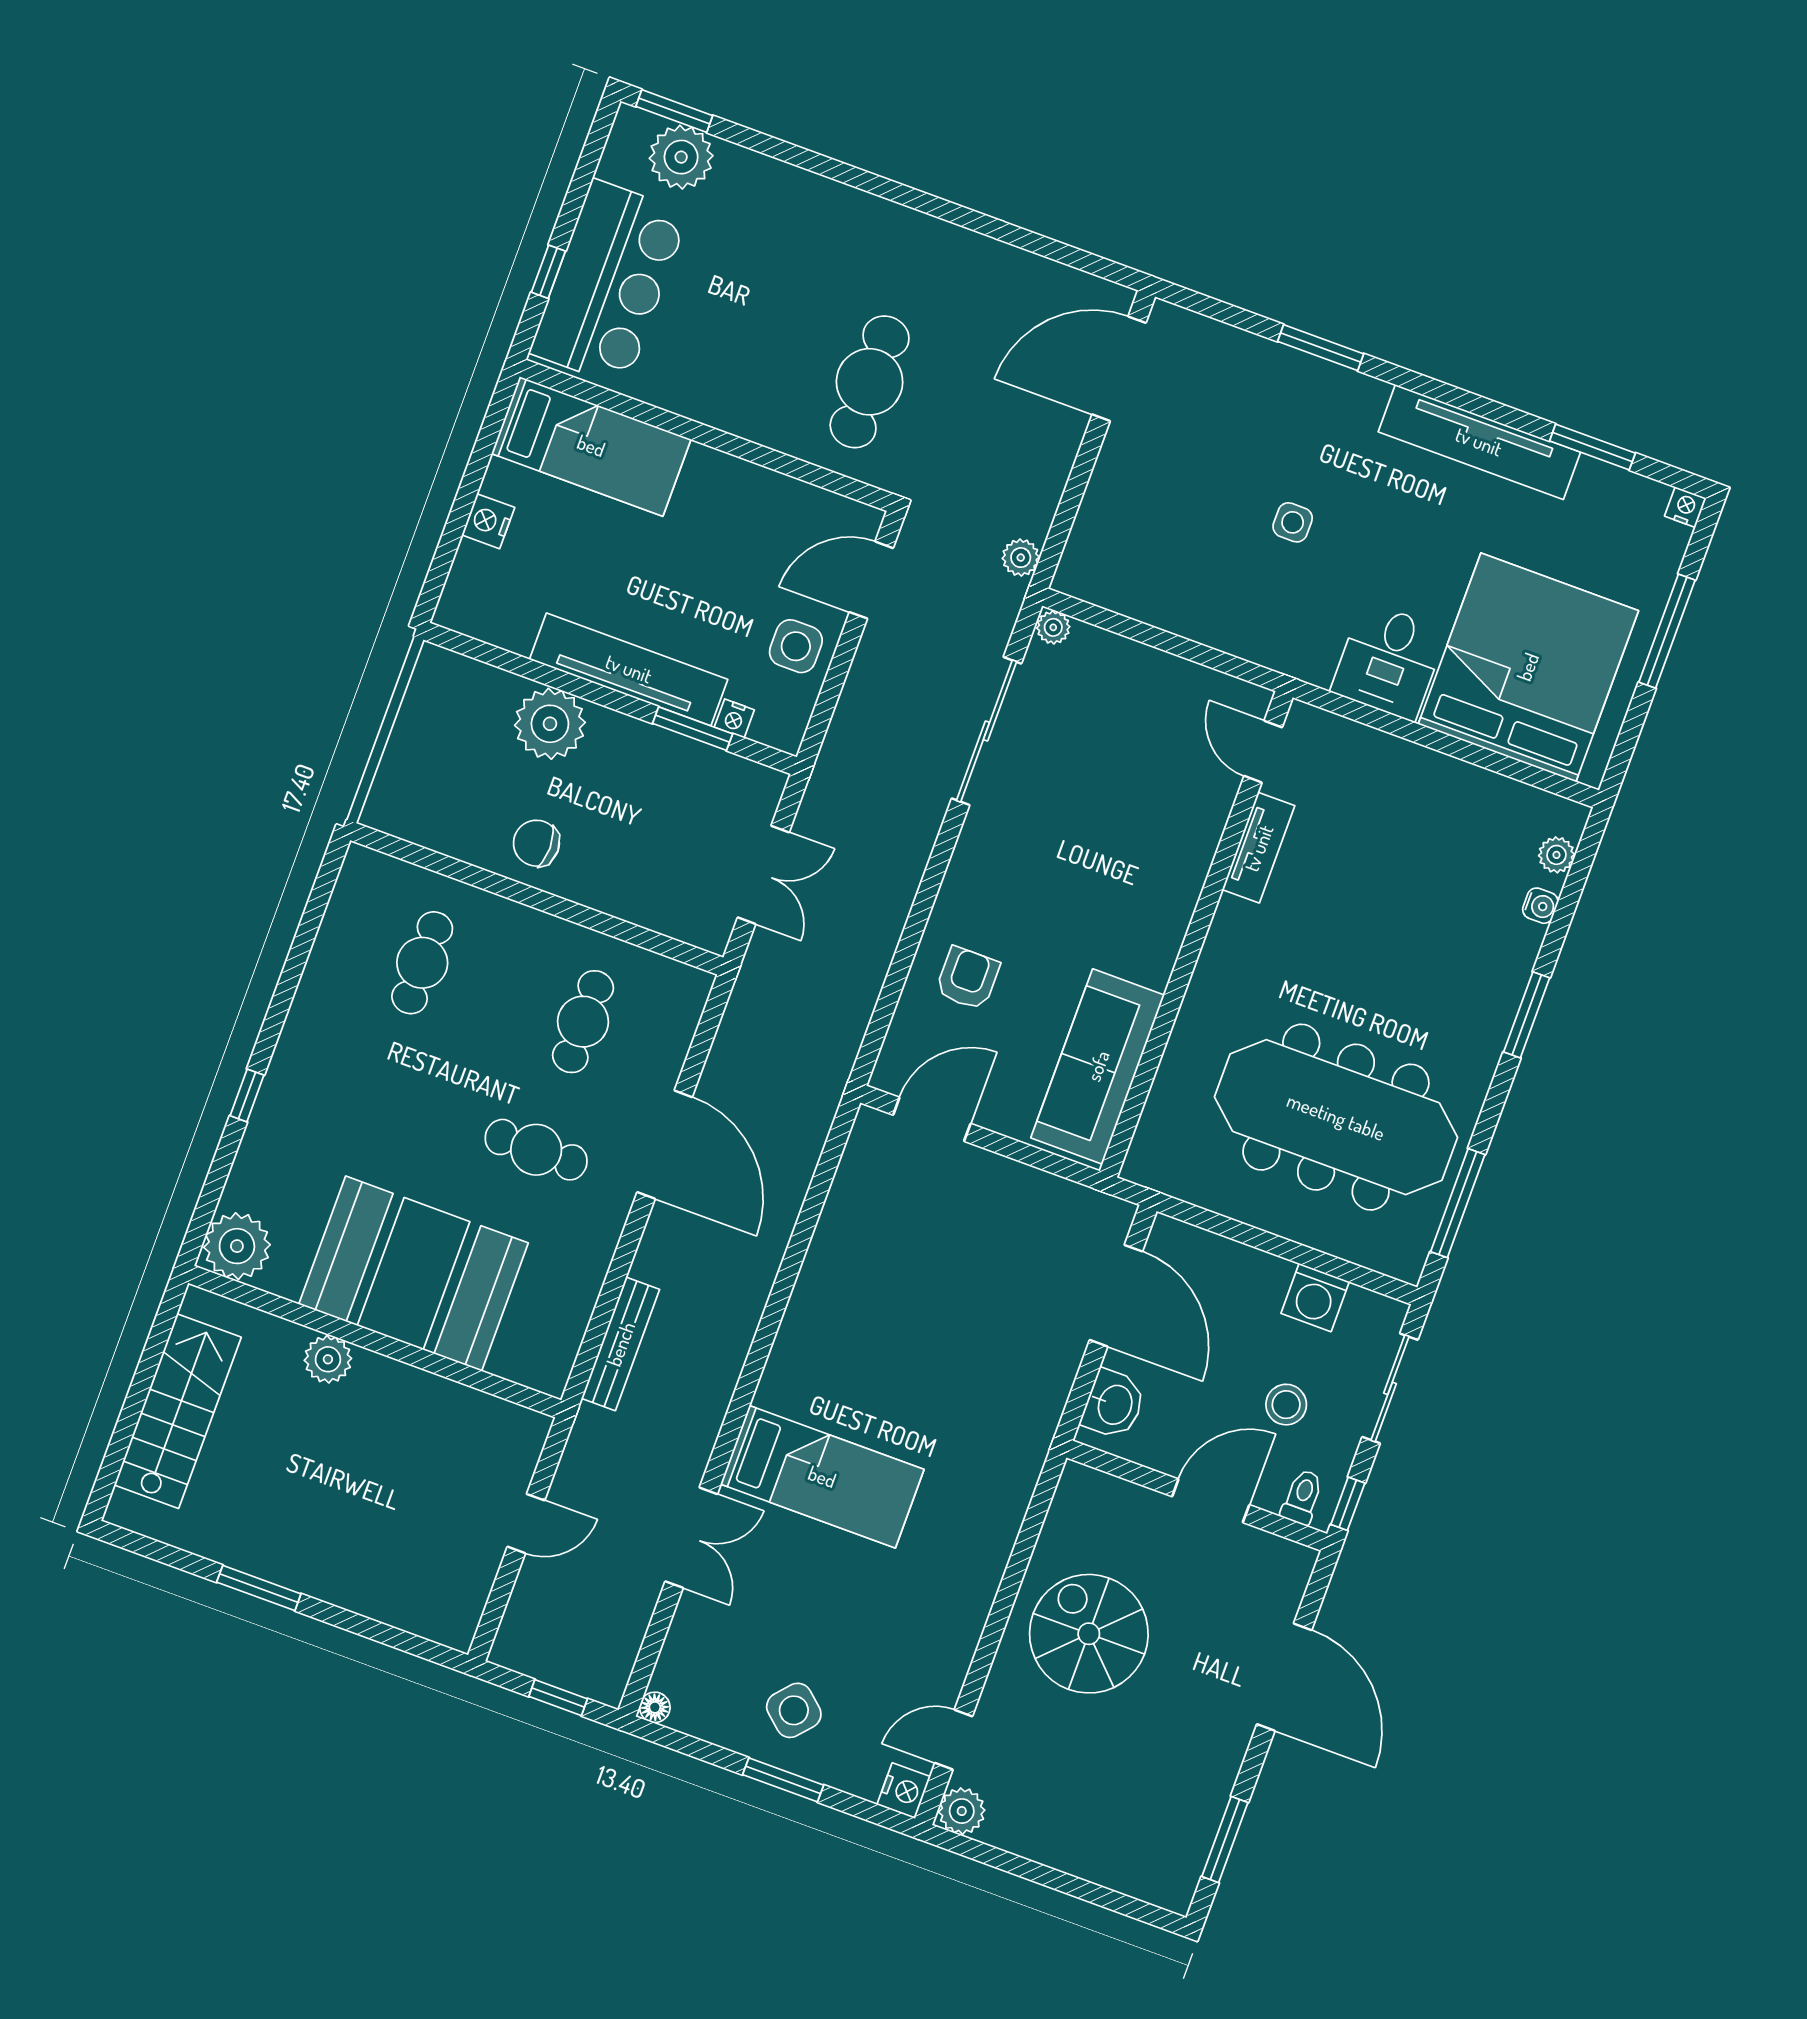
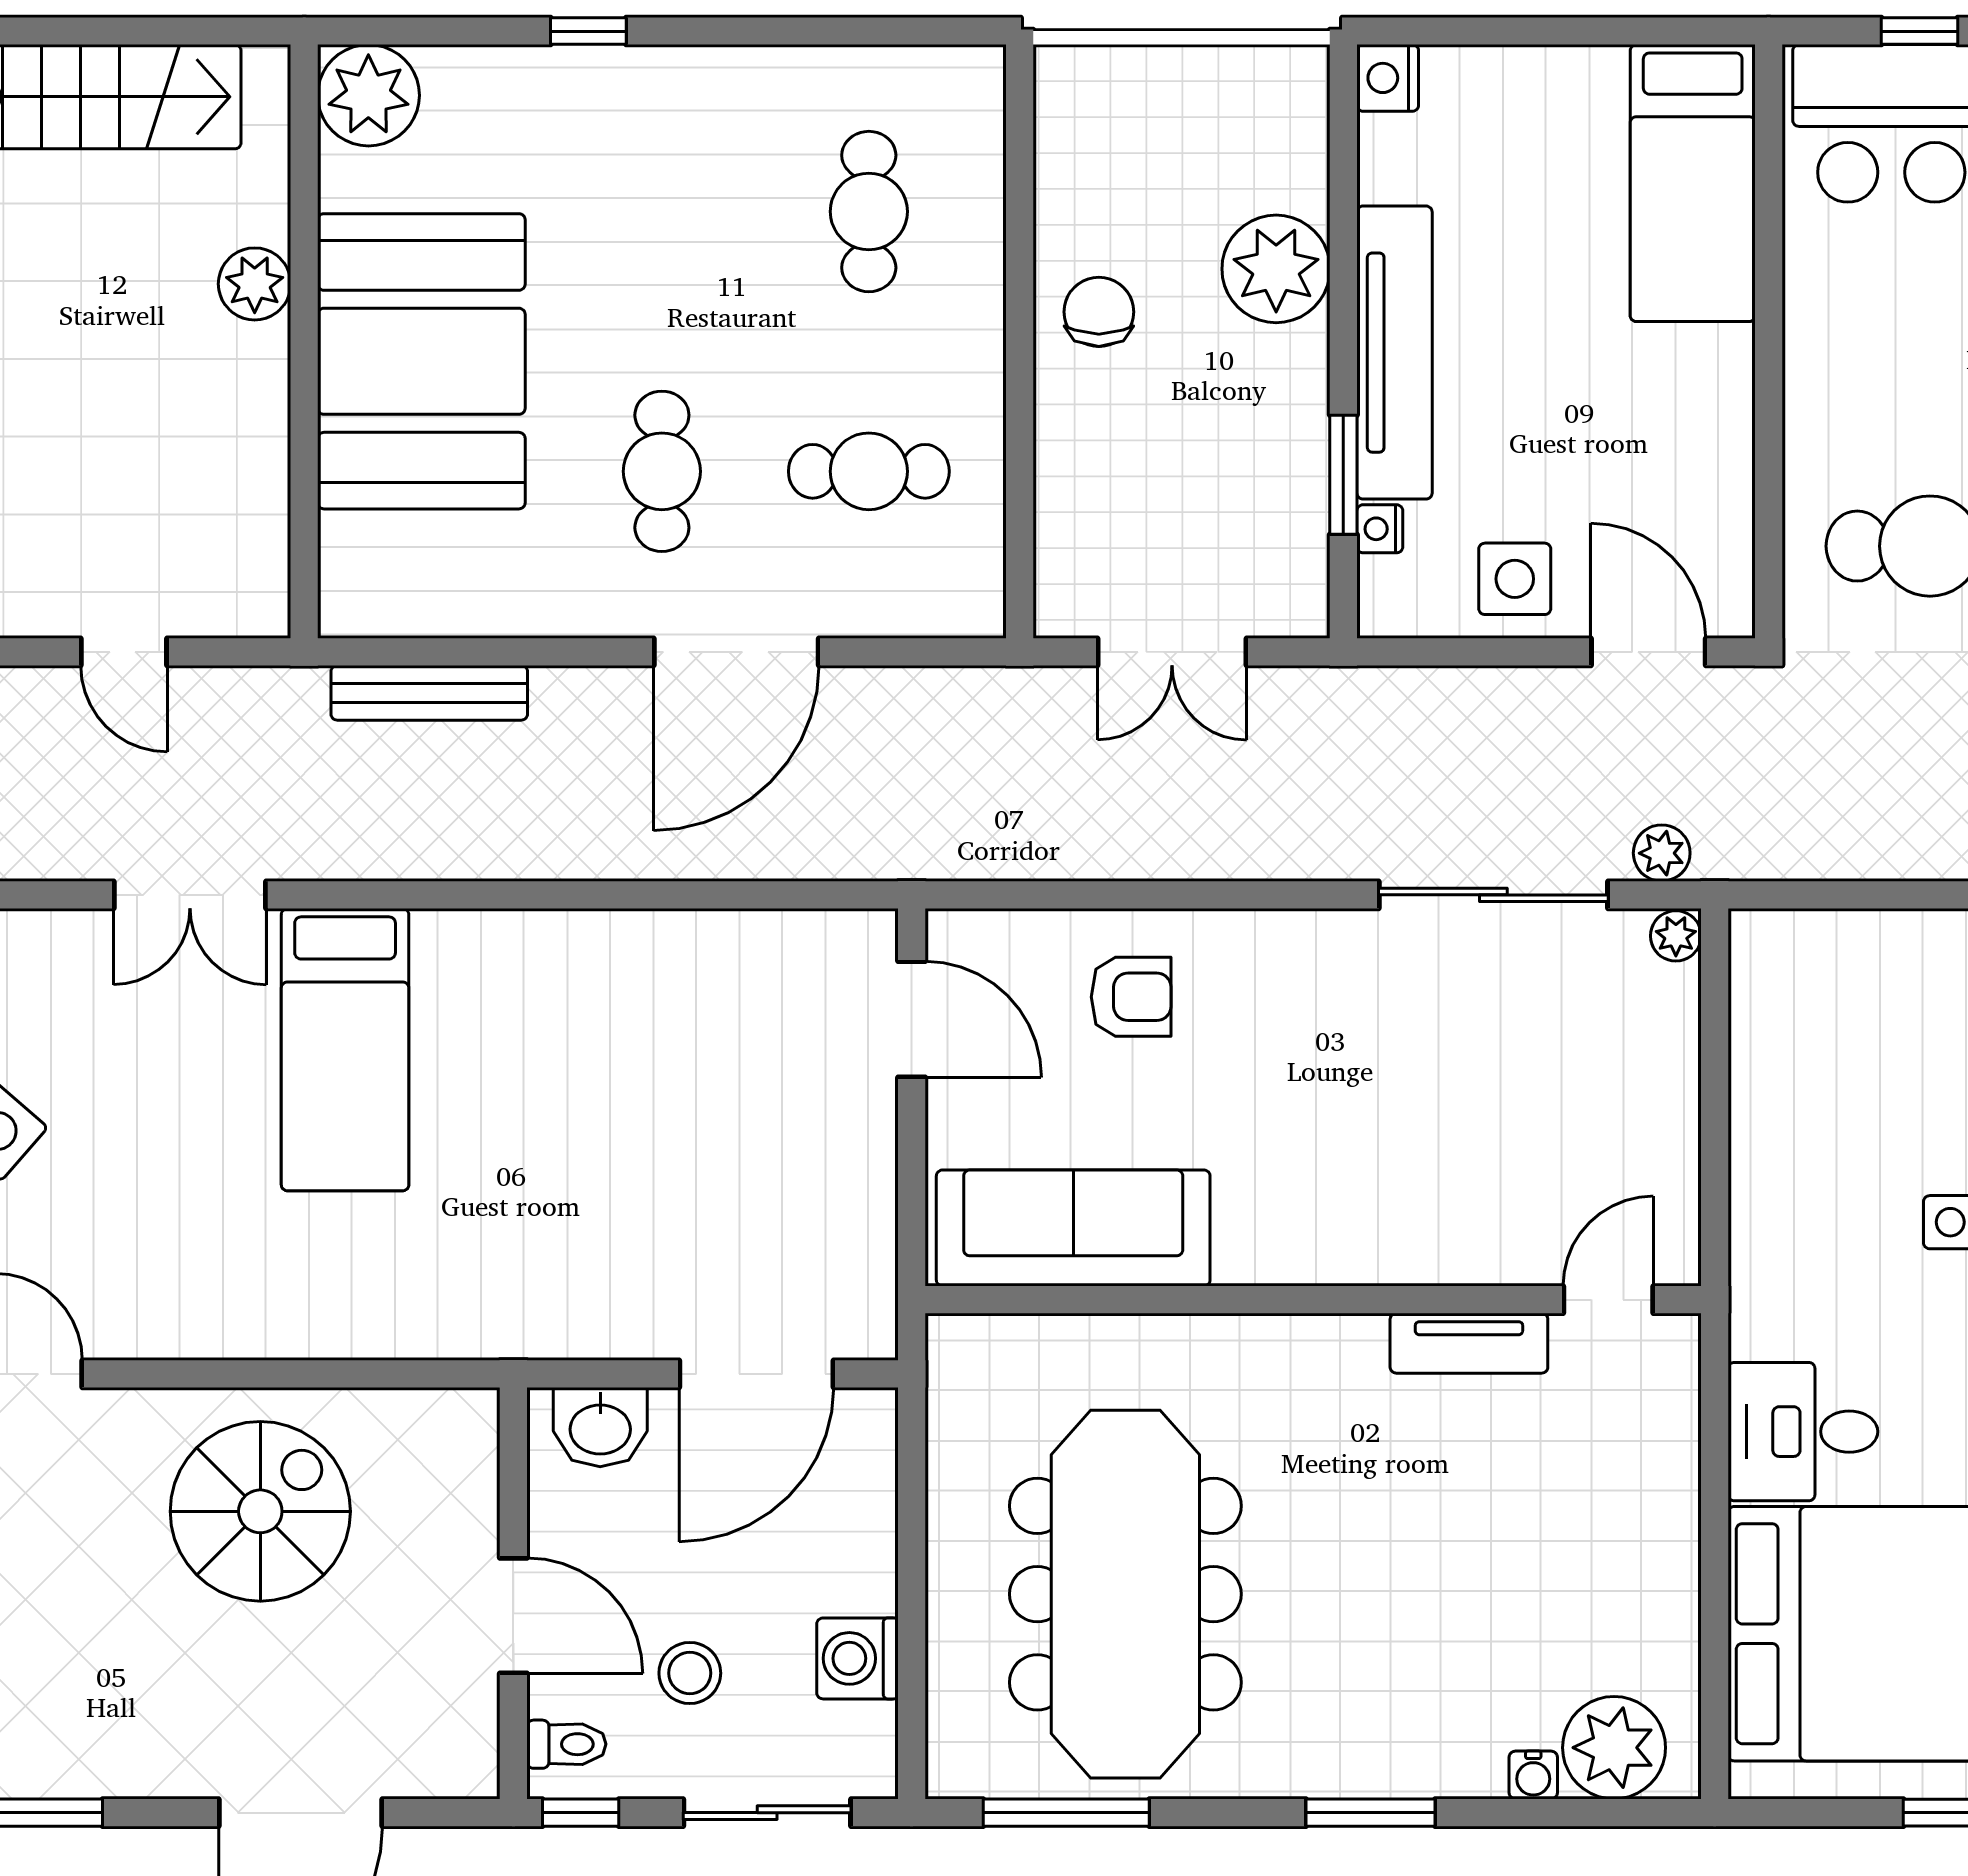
nightstand: (488, 521) -> (1388, 78), moved, turned -90
plant: (1021, 558) -> (1662, 853), moved
plant: (1557, 855) -> (1614, 1748), width x1.87, depth x1.87
cafe table: (422, 963) -> (869, 212), turned 90

